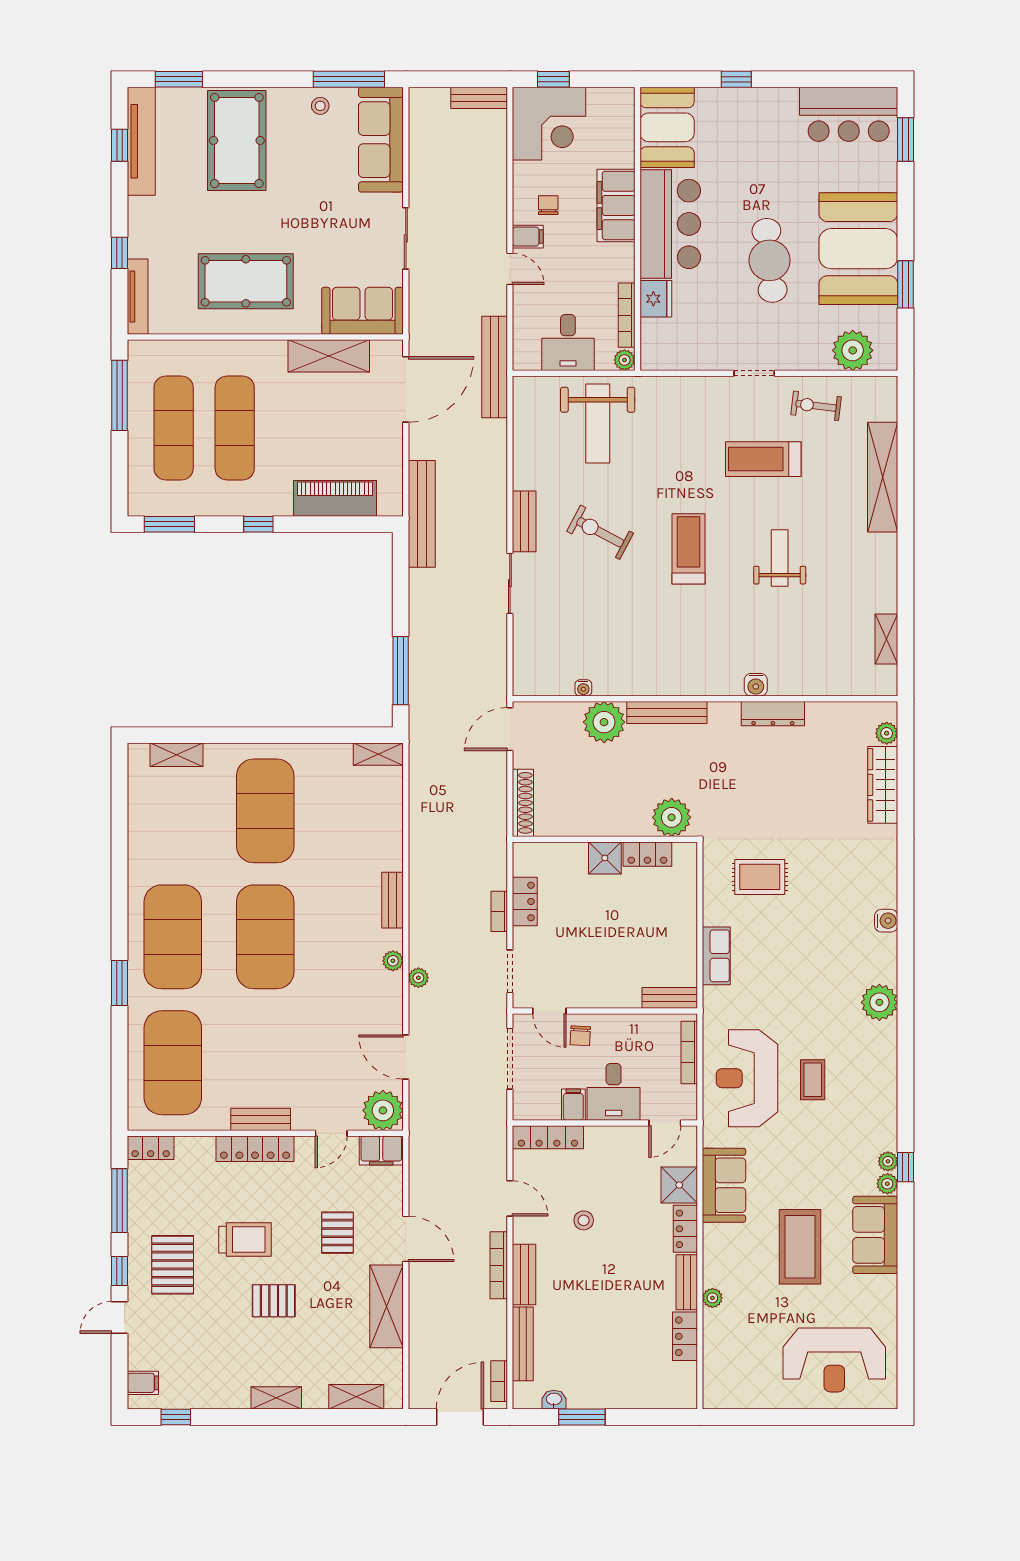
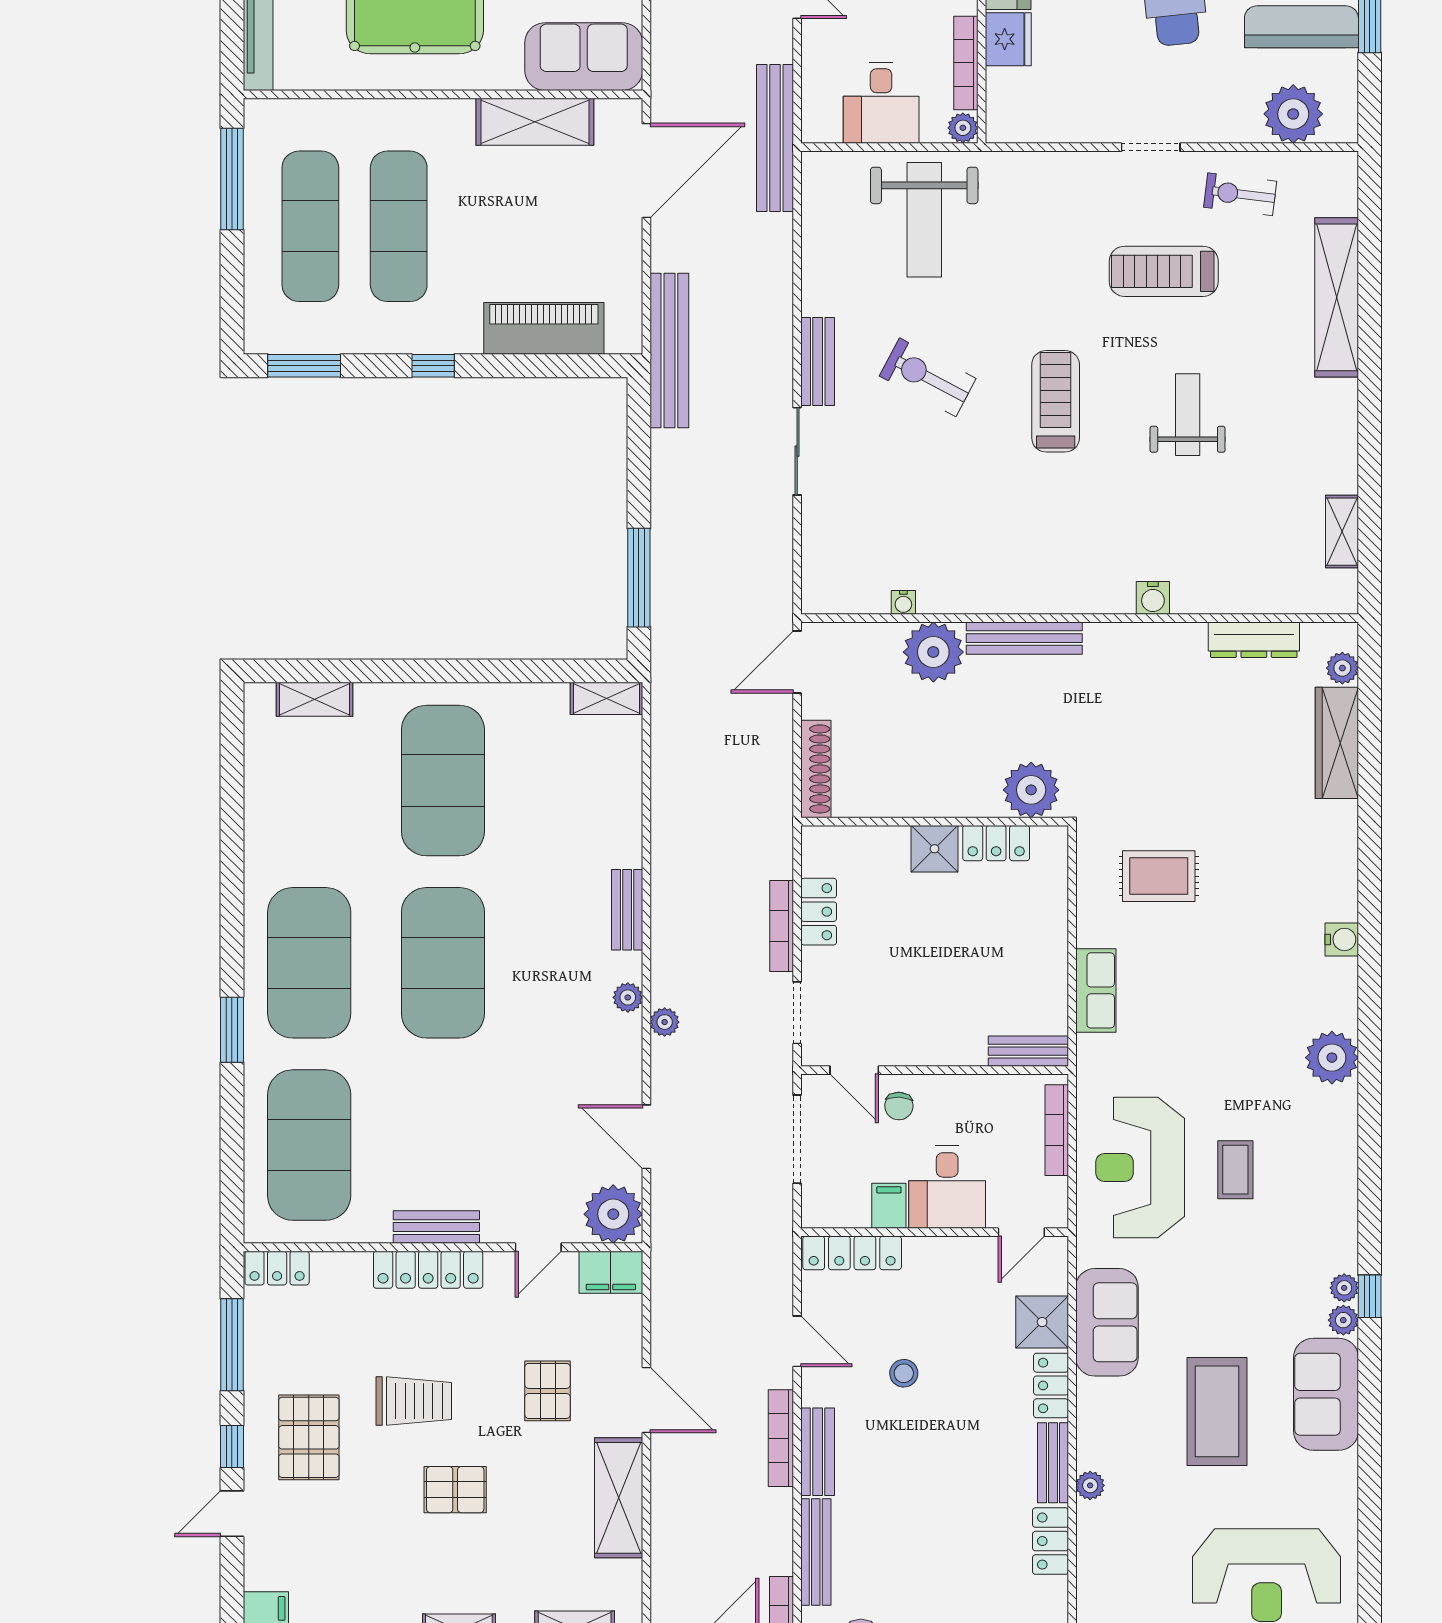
dresser: (773, 714) -> (1254, 640), moved
bookcase: (499, 911) -> (782, 926), width x1.56

